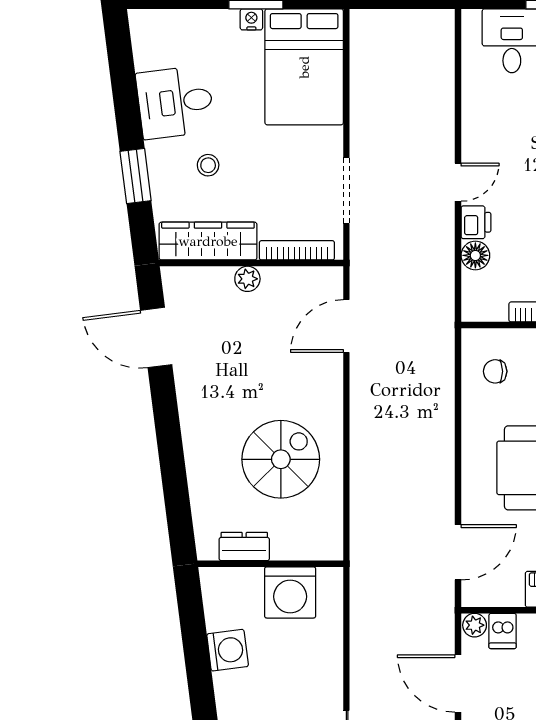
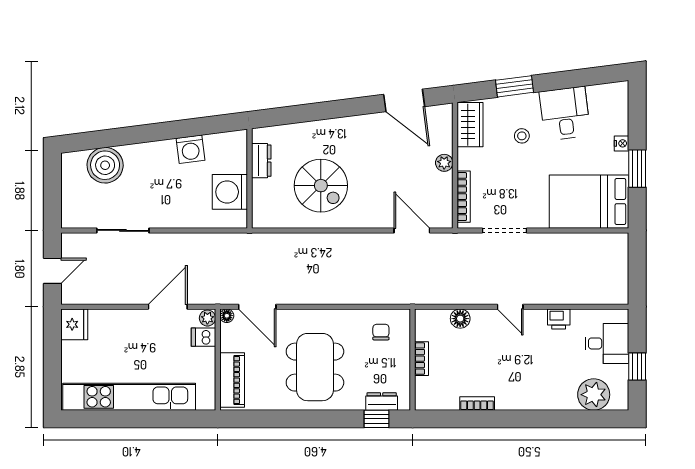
nightstand: (251, 19) -> (622, 143), moved
printer: (476, 222) -> (559, 319), moved
wardrobe: (208, 241) -> (470, 125), width x0.67
door: (156, 337) -> (404, 100), swing flipped
floor lamp: (471, 597) -> (227, 316), added

